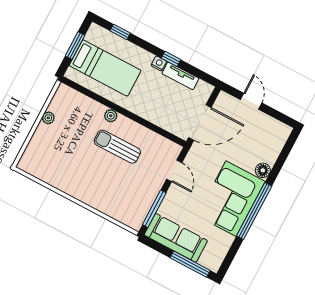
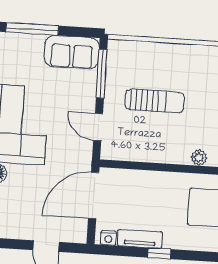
nightstand: (159, 63) -> (108, 238), moved
sun lounger: (117, 147) -> (155, 101), moved
sofa: (176, 238) -> (72, 52), width x0.73

